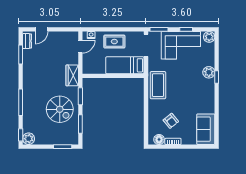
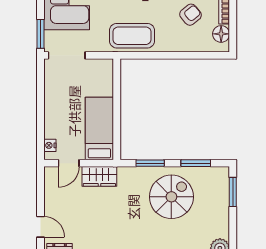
rug: (114, 42) -> (60, 107), removed
door: (80, 47) -> (69, 163), swing flipped
bed: (125, 65) -> (99, 129), moved, turned 180
wardrobe: (72, 75) -> (99, 176), moved

